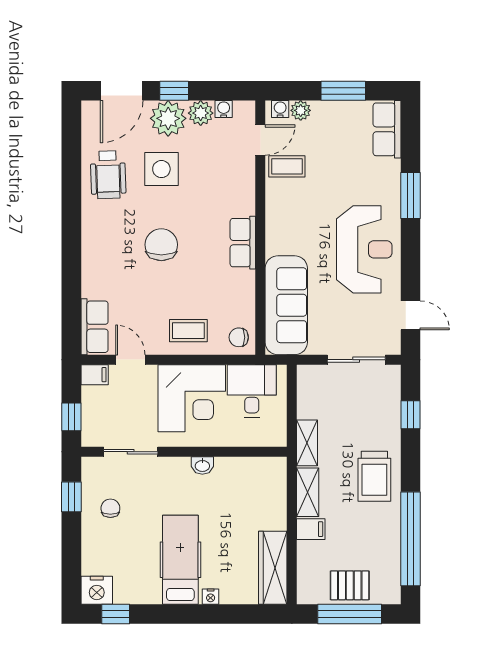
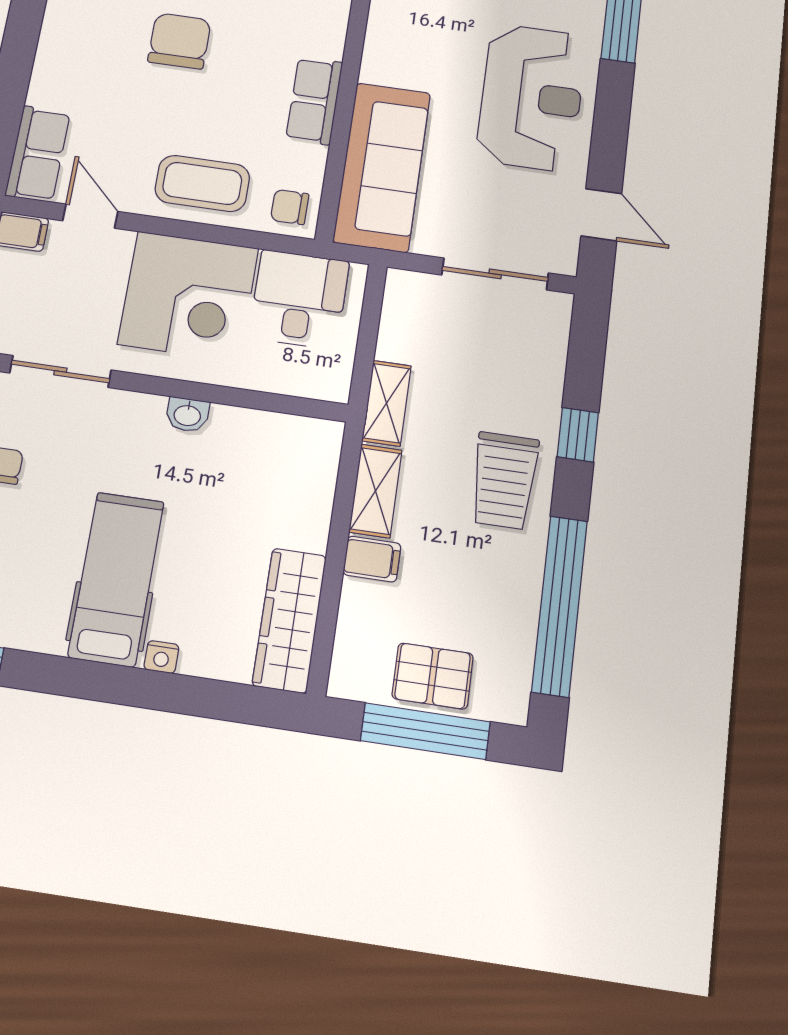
row of seats: (243, 243) -> (314, 101), moved
coffee table: (188, 331) -> (202, 183), width x1.36, depth x1.30
window: (410, 415) -> (578, 435), moved

